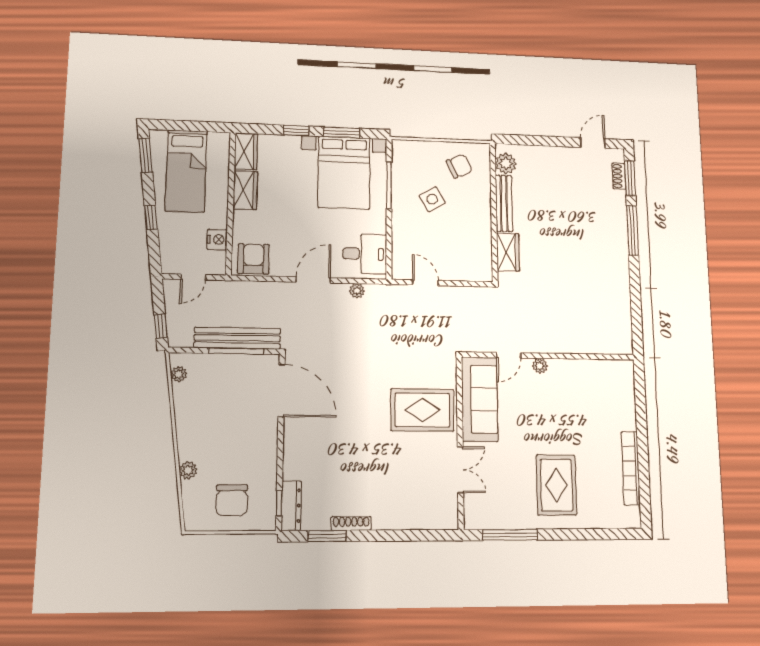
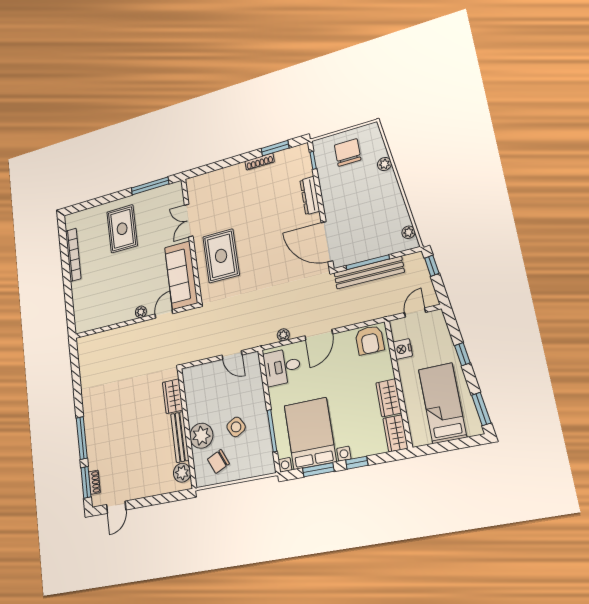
plant: (477, 199) -> (201, 436), added
rug: (422, 410) -> (221, 256), turned 90
dresser: (291, 506) -> (310, 196), moved

